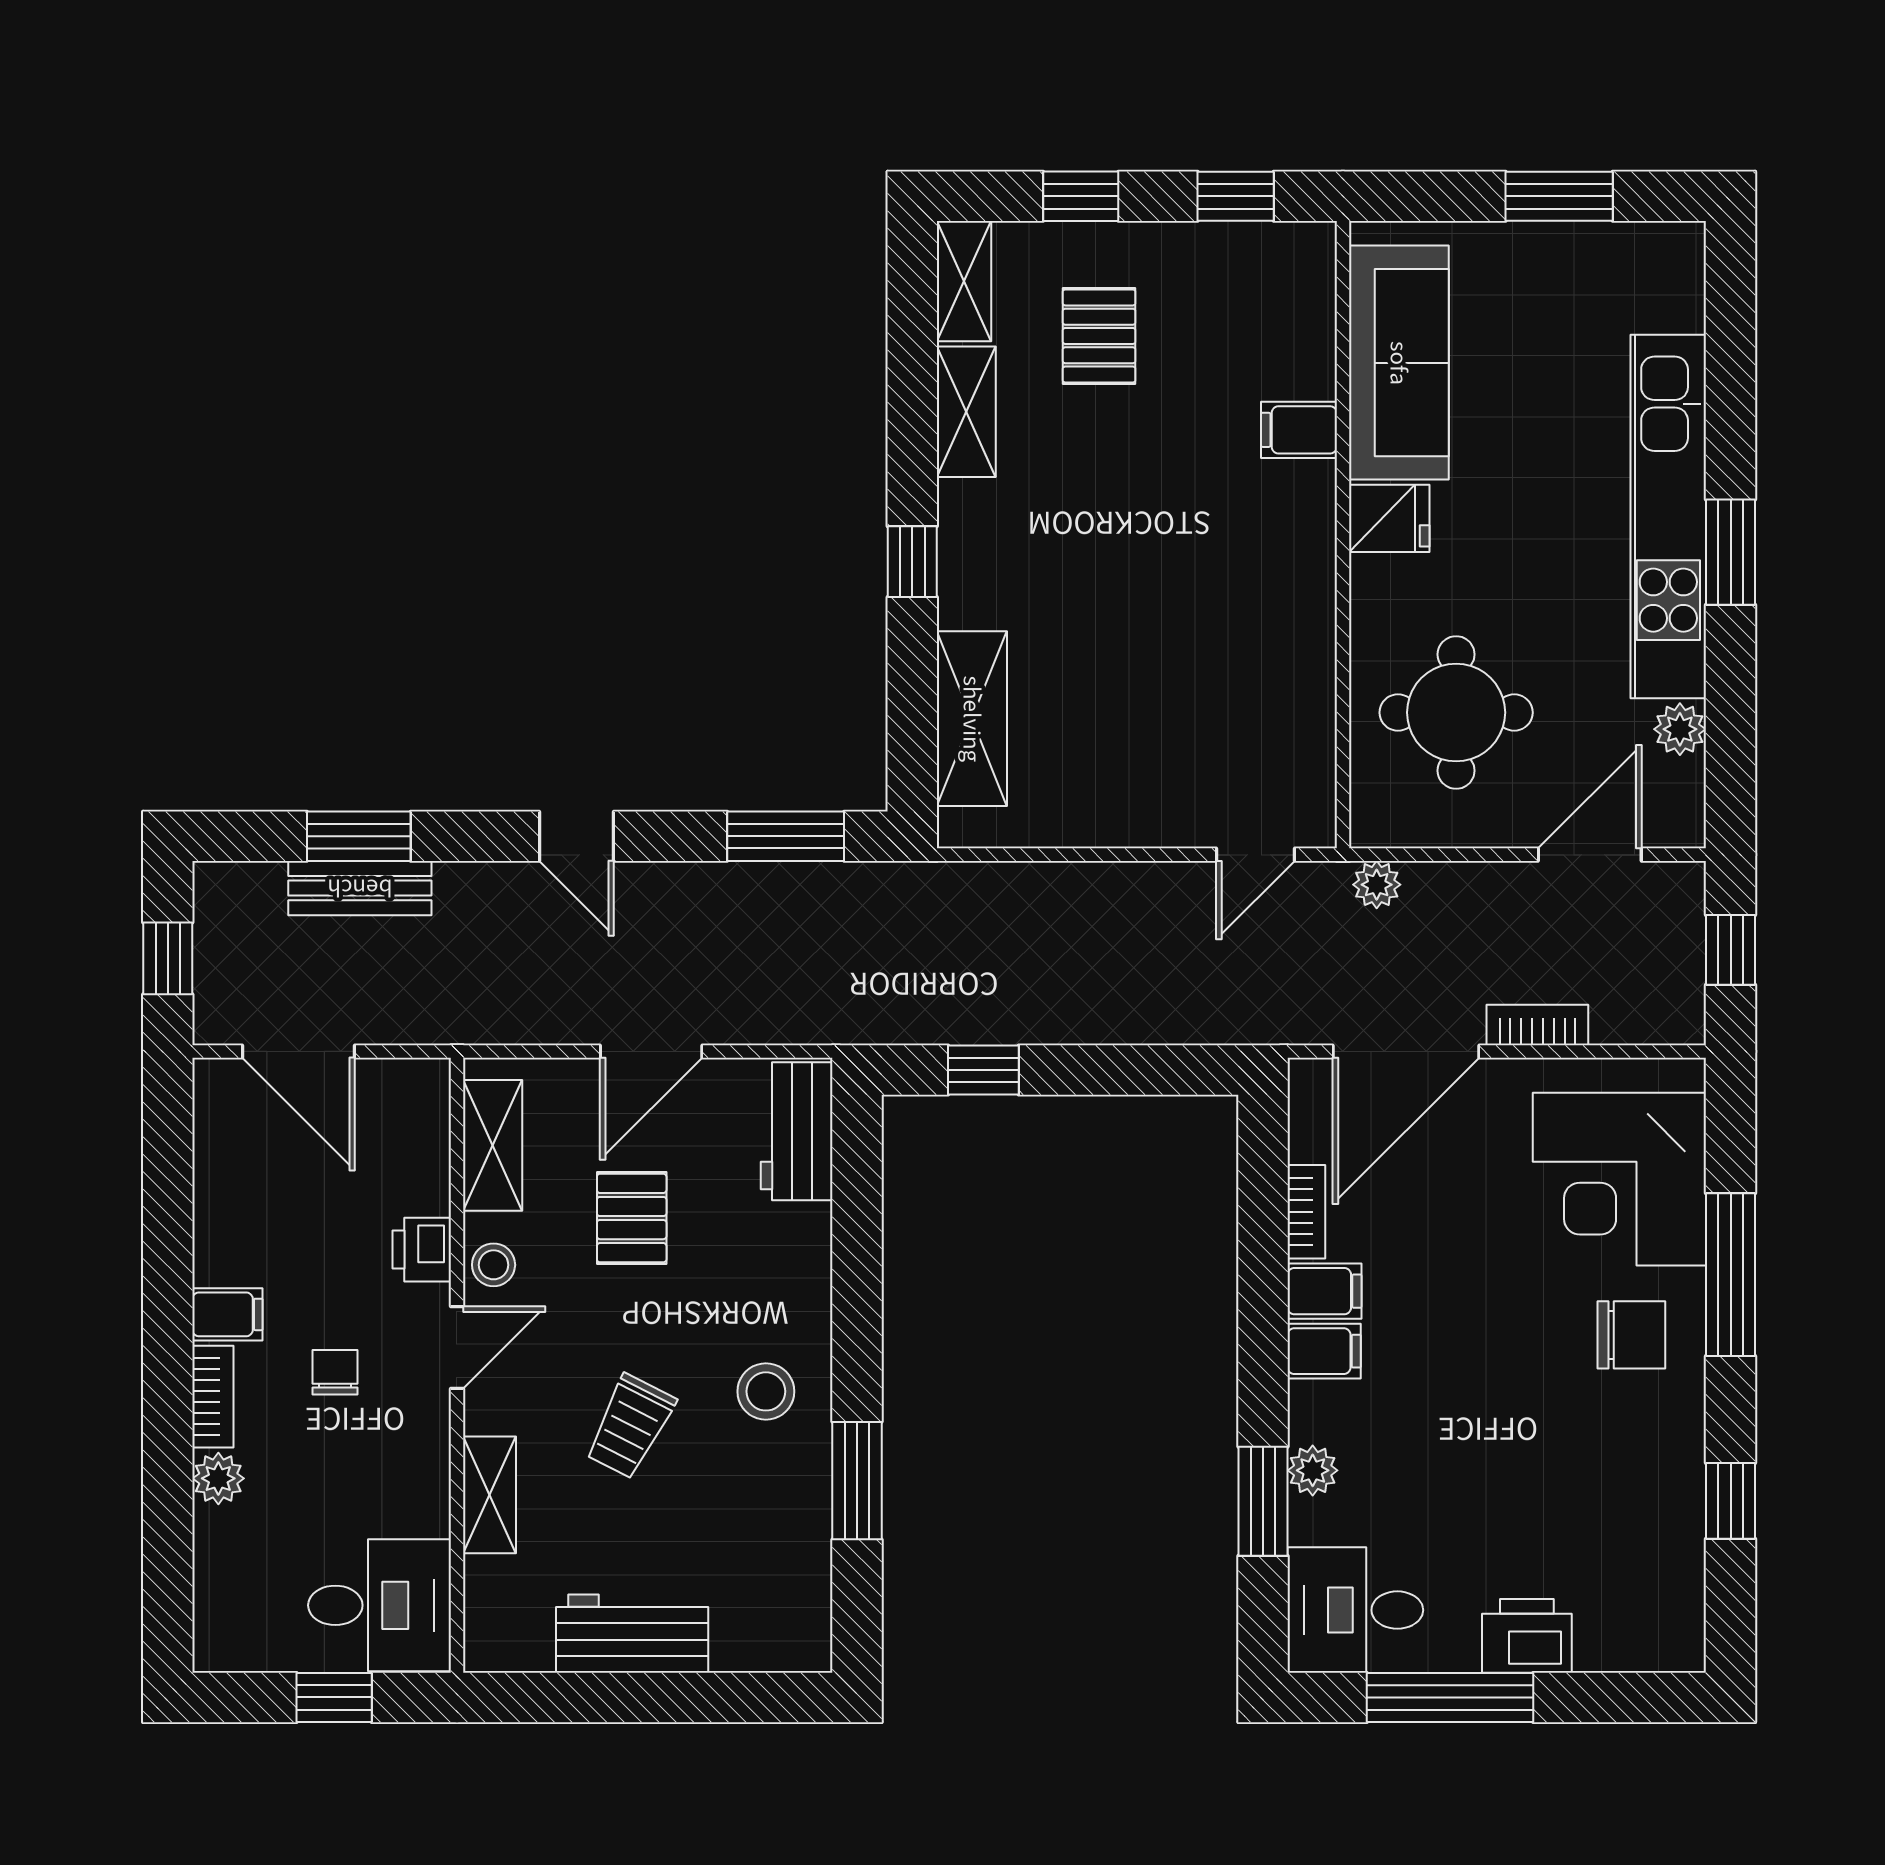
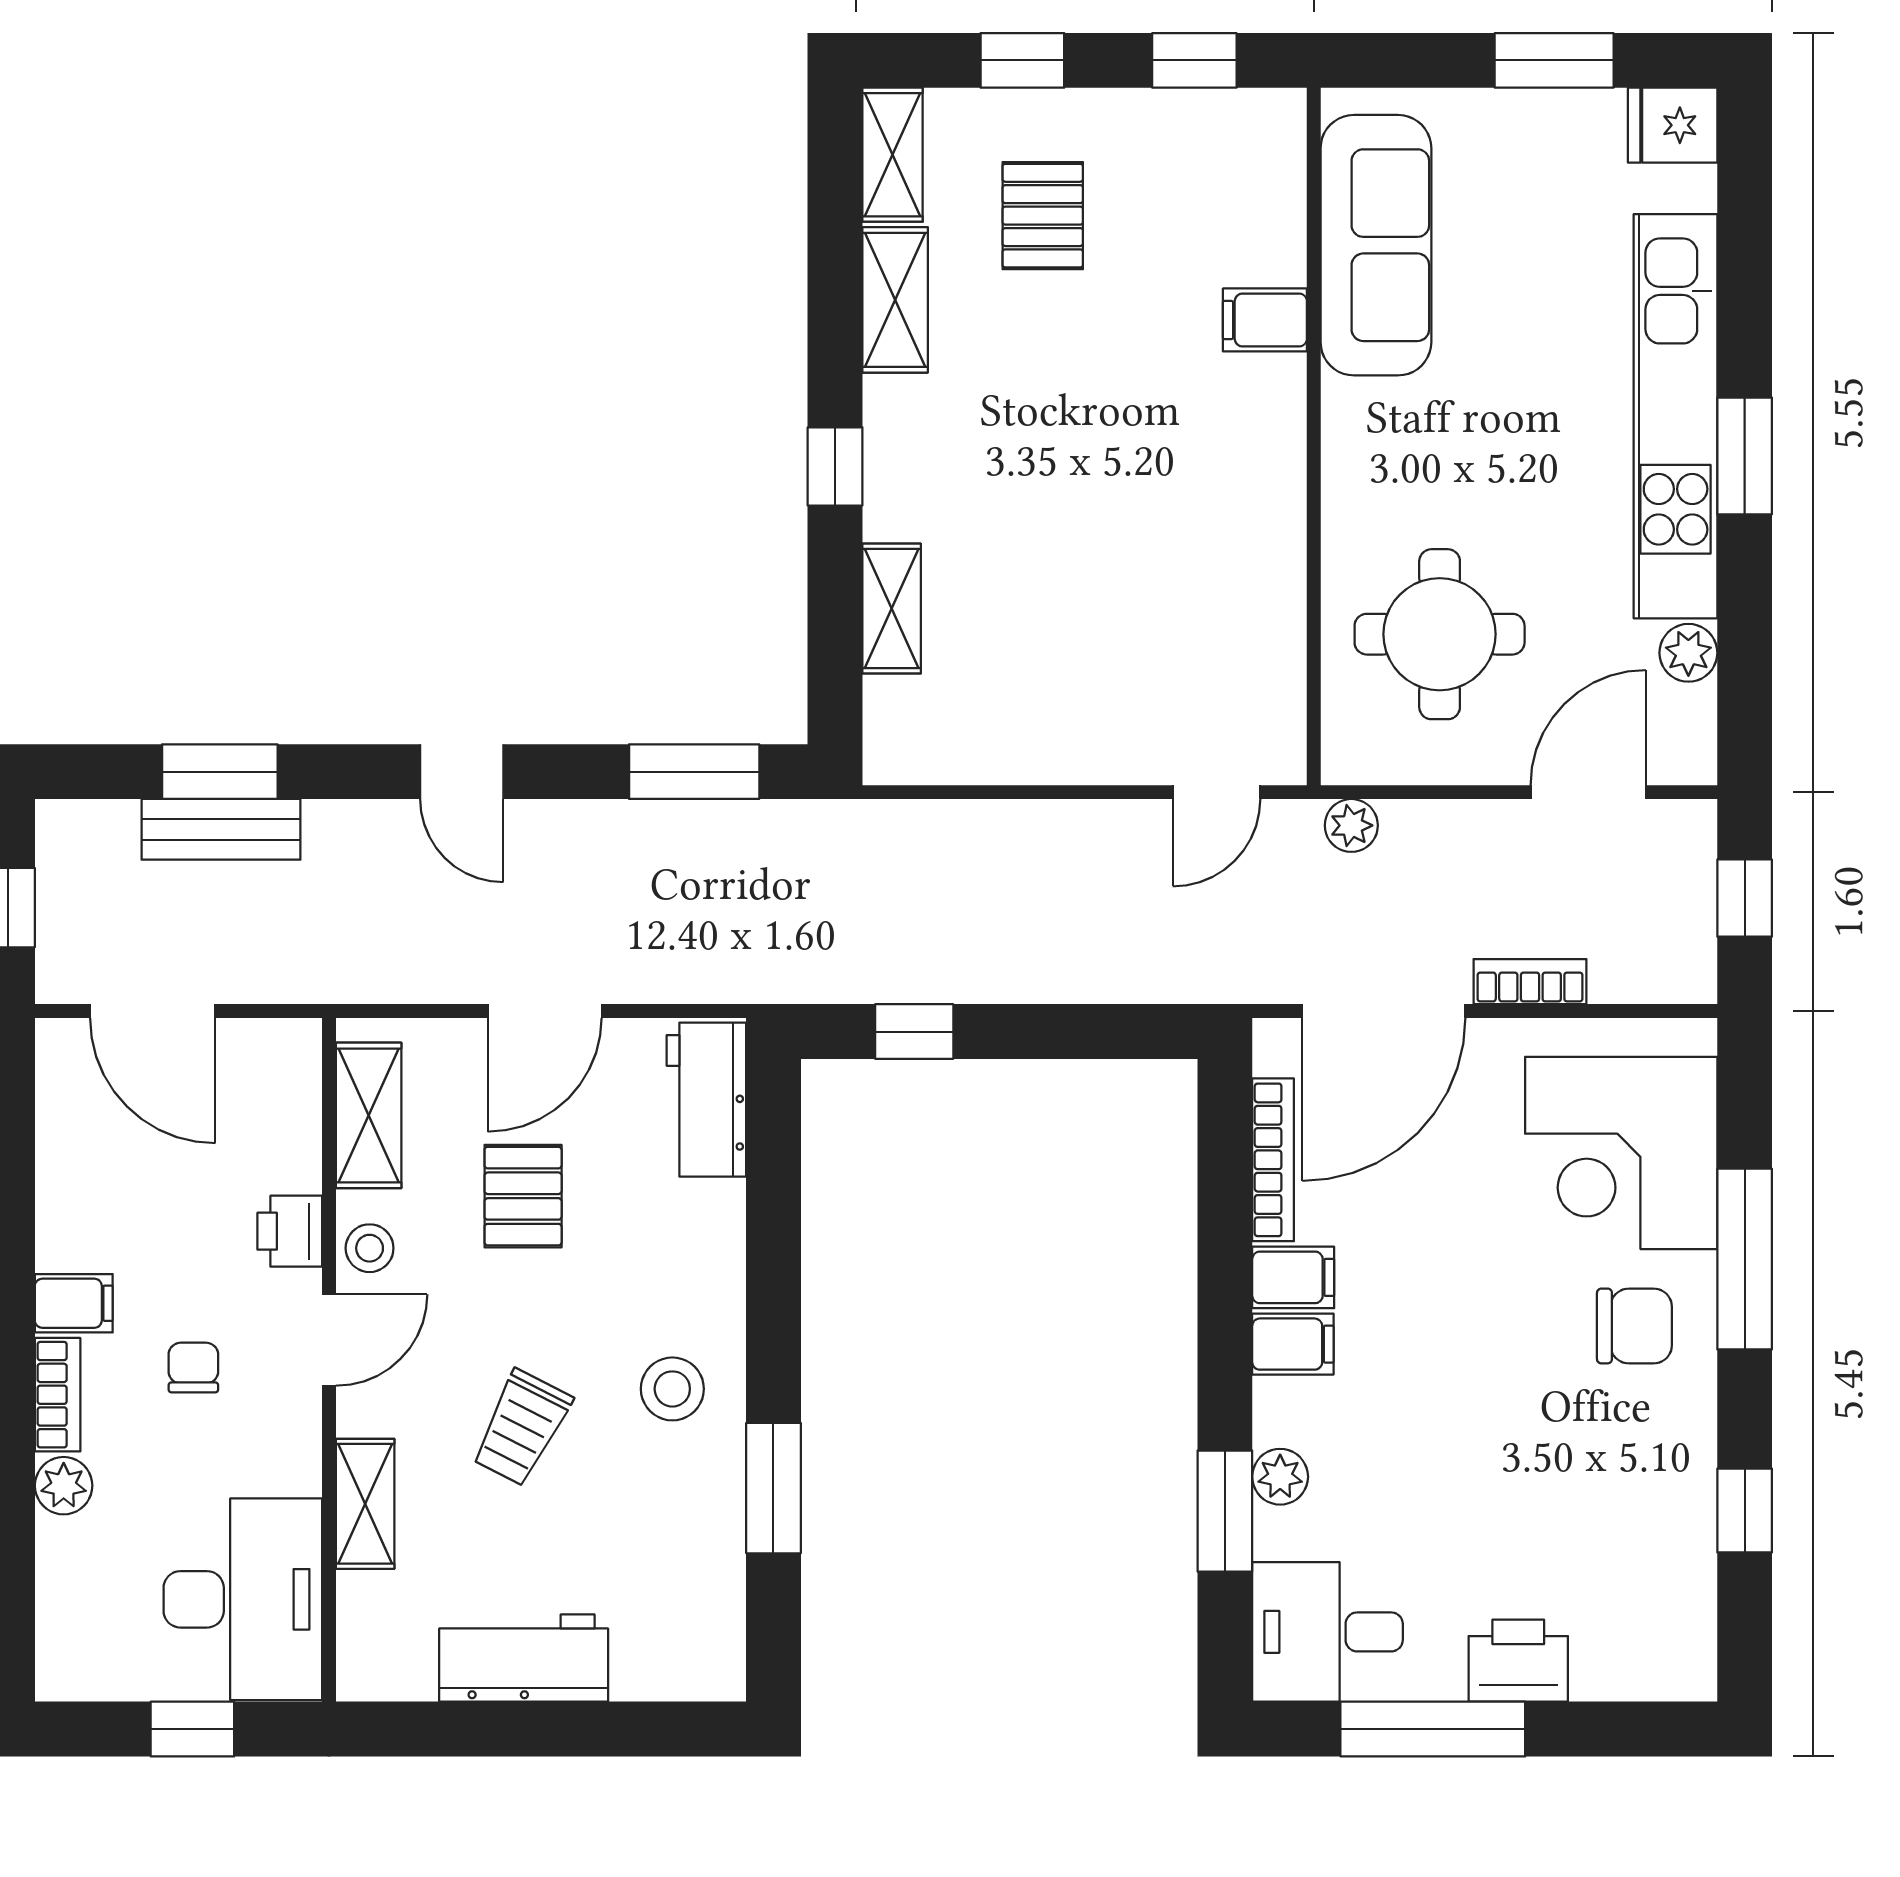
fridge: (1389, 518) -> (1673, 125), moved, turned 180
shelving: (972, 719) -> (892, 609), width x0.67, depth x0.75
bookcase: (1306, 1212) -> (1273, 1160), width x1.56
desk: (380, 1605) -> (243, 1599), width x1.37

